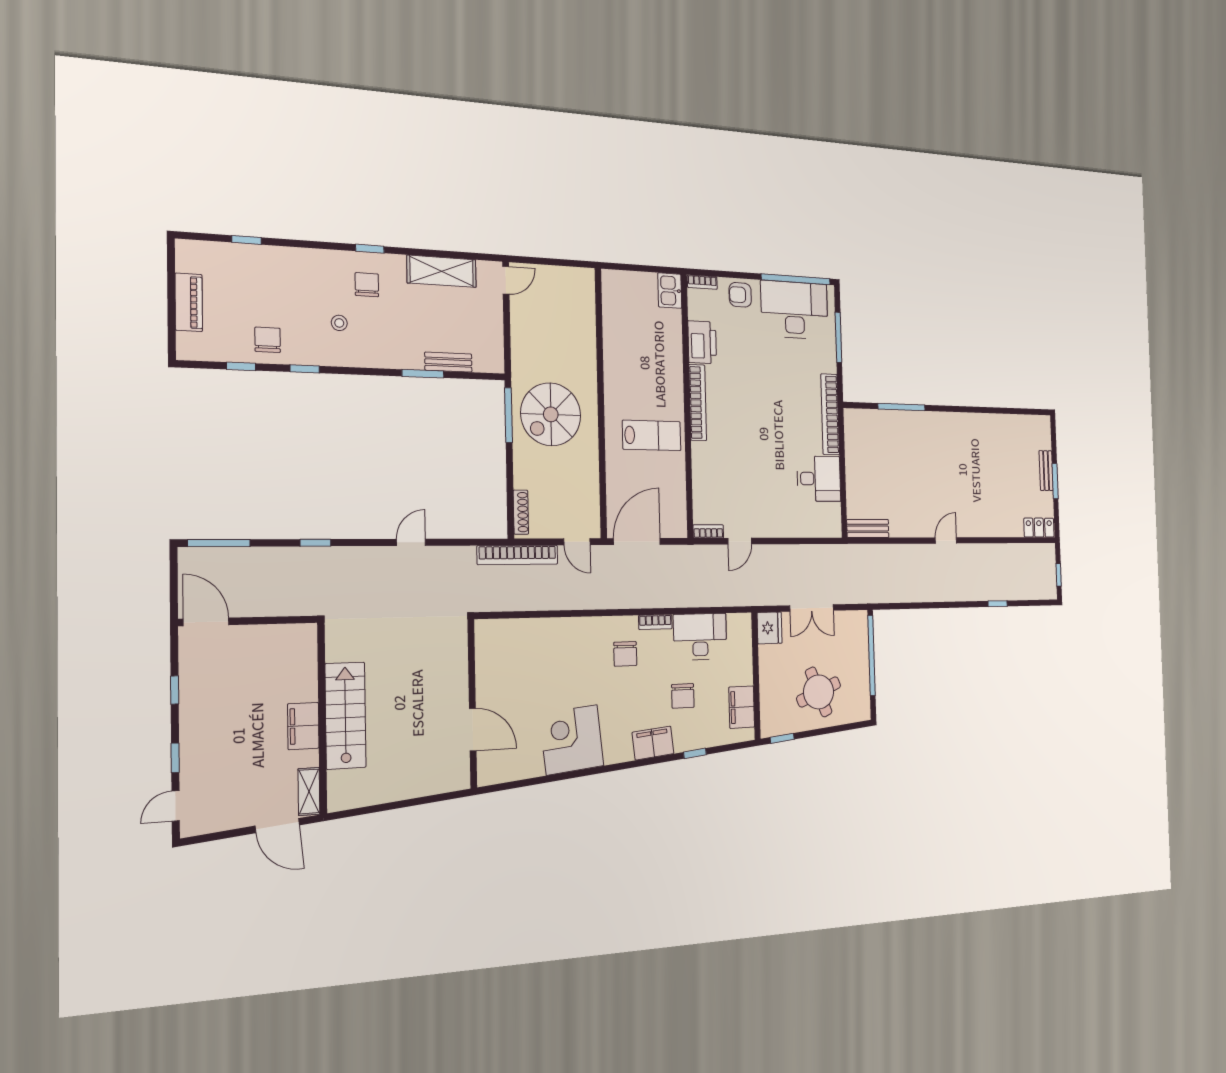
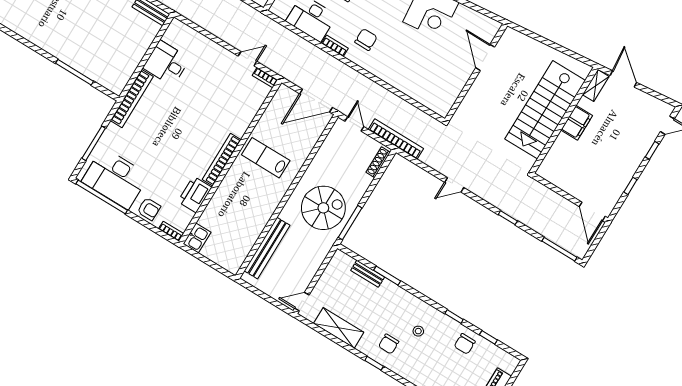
bench: (586, 325) -> (267, 248), added
stairs: (345, 716) -> (545, 110), width x1.36, depth x1.51

